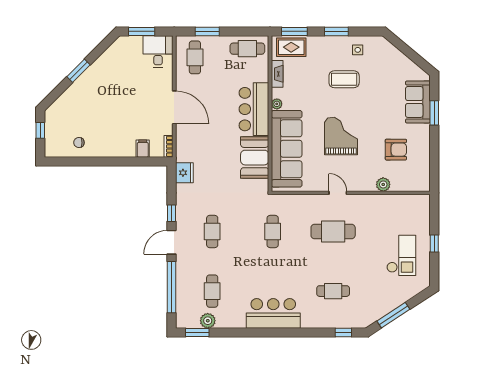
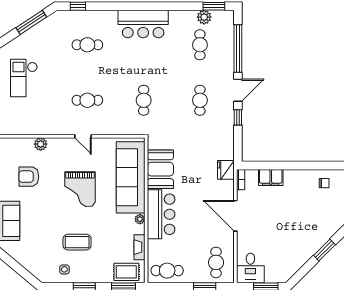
filing cabinet: (143, 149) -> (271, 177), width x2.00
fridge: (184, 173) -> (226, 170), moved
cafe table: (333, 232) -> (87, 100), width x0.73, depth x0.74

